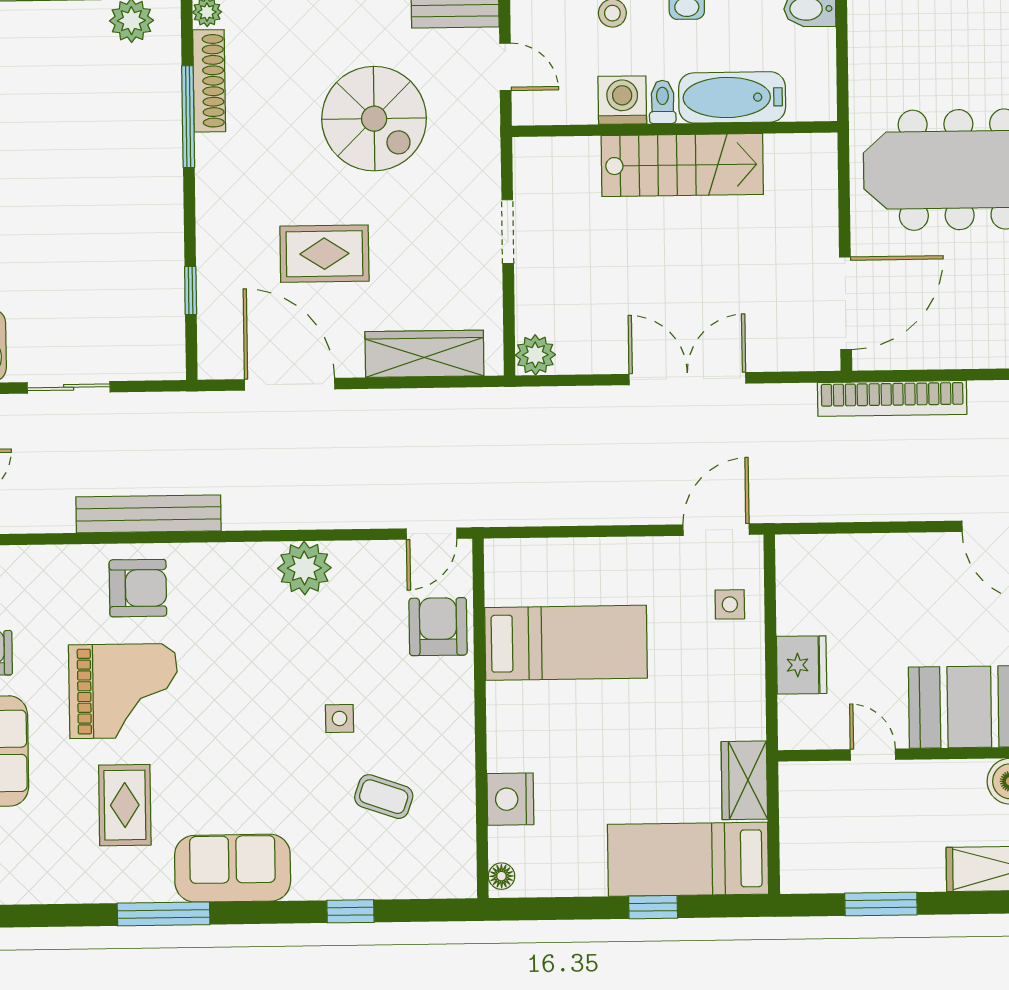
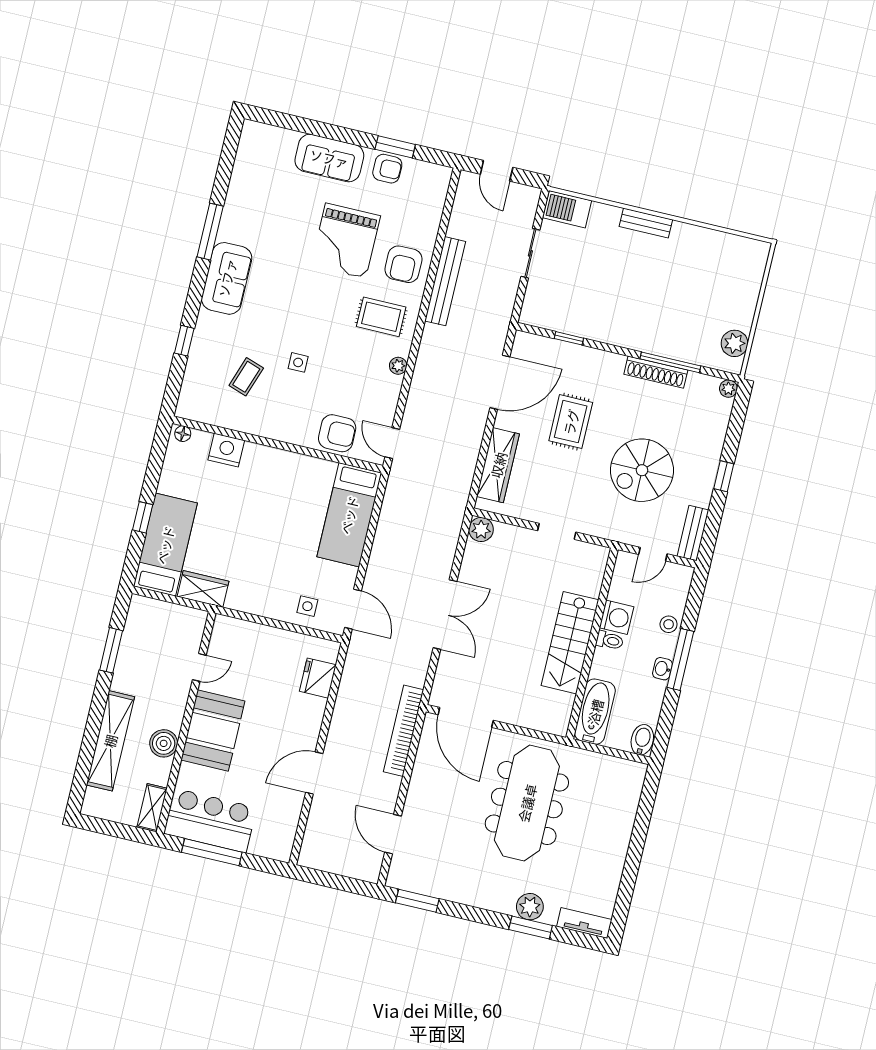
shoe rack: (209, 81) -> (656, 372), moved
bathtub: (732, 97) -> (595, 712), moved
plant: (304, 568) -> (398, 366), width x0.53, depth x0.53
bed: (566, 643) -> (349, 515), moved
fridge: (802, 665) -> (318, 678), moved, turned 90
rug: (125, 805) -> (381, 317), moved

